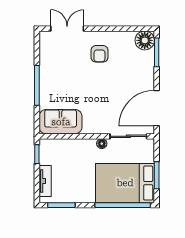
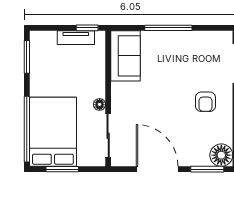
armchair: (99, 54) -> (206, 102), turned -90
door: (157, 108) -> (157, 169), moved
tv unit: (45, 181) -> (76, 38), moved

